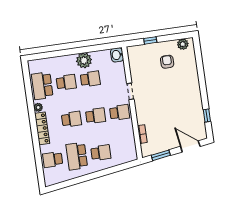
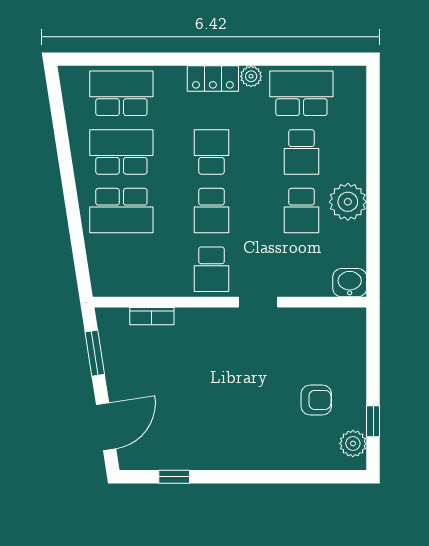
window: (150, 40) -> (373, 421), moved
school desk: (71, 119) -> (211, 152), turned 180
locker: (42, 128) -> (213, 78), width x0.66
school desk: (101, 153) -> (121, 211), width x1.85
school desk: (53, 160) -> (121, 93), width x1.85

